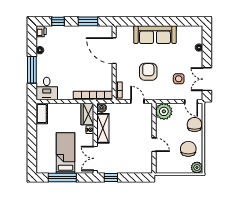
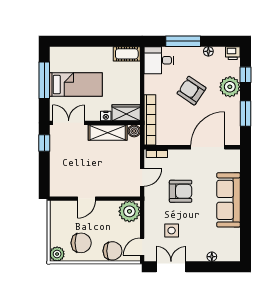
plant: (67, 34) -> (230, 87), added
armchair: (70, 63) -> (192, 91), added

